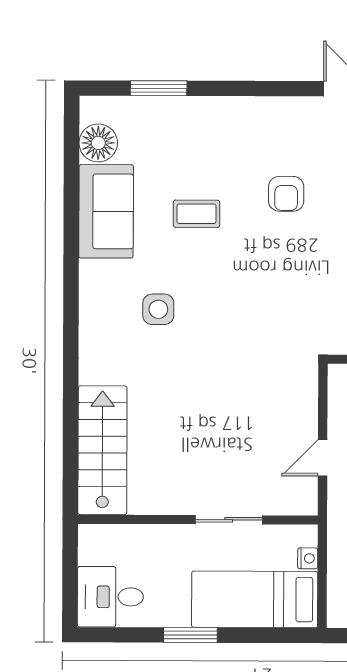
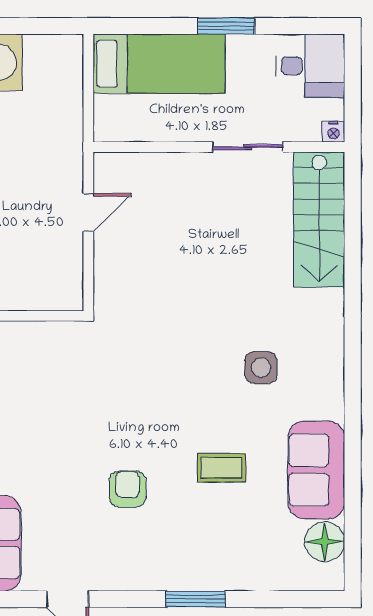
window: (159, 88) -> (196, 599), moved
sliding door: (229, 520) -> (248, 147), moved
nightstand: (308, 558) -> (334, 132), moved, turned -90

